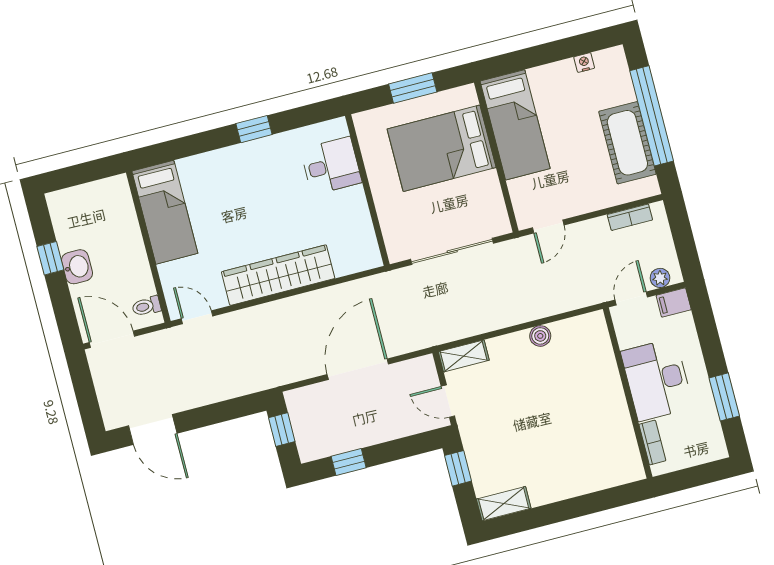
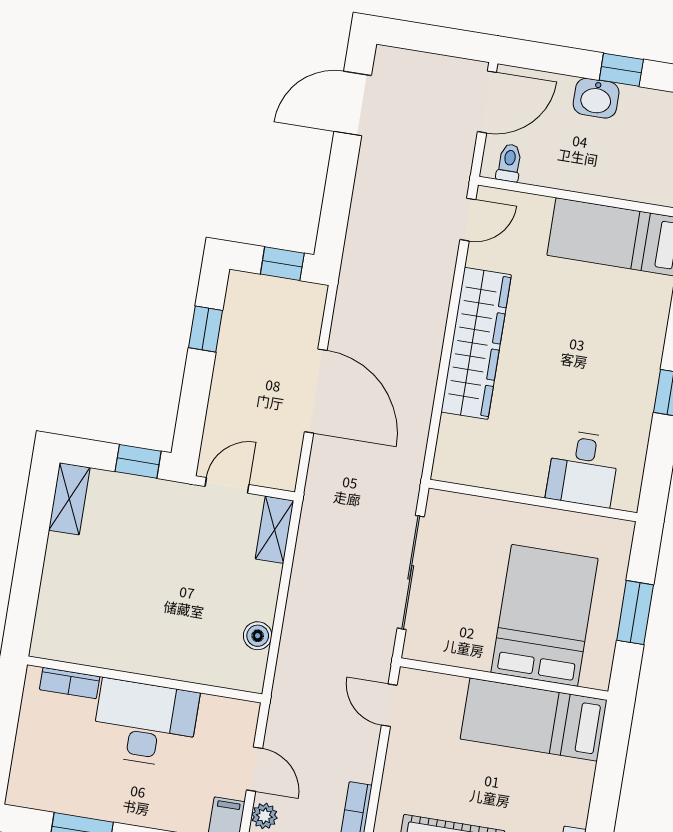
desk: (657, 380) -> (145, 723), moved
wall: (628, 393) -> (145, 679), moved
bookcase: (652, 443) -> (70, 683), moved

